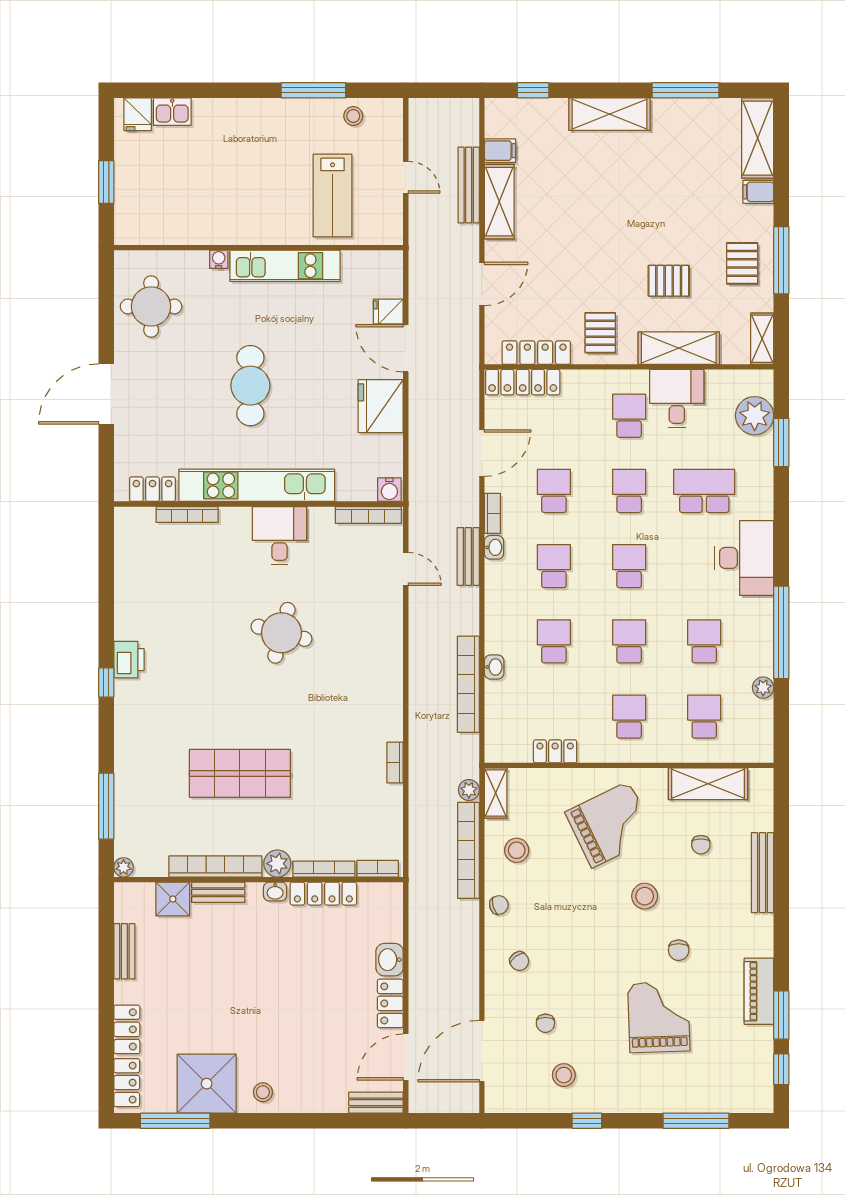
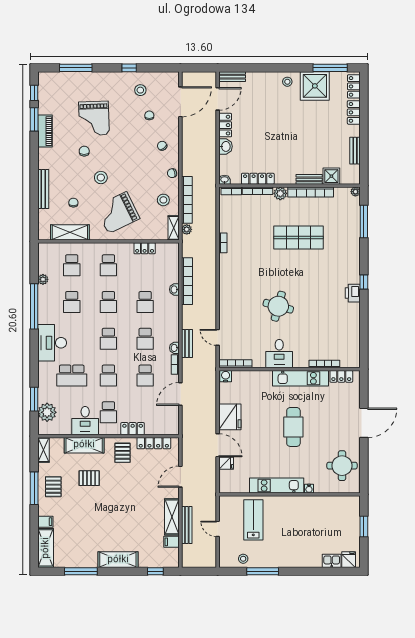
locker: (523, 382) -> (133, 429), moved, width x0.66
kitchen unit: (257, 485) -> (301, 378), width x0.73
washbasin: (275, 892) -> (224, 180), moved

